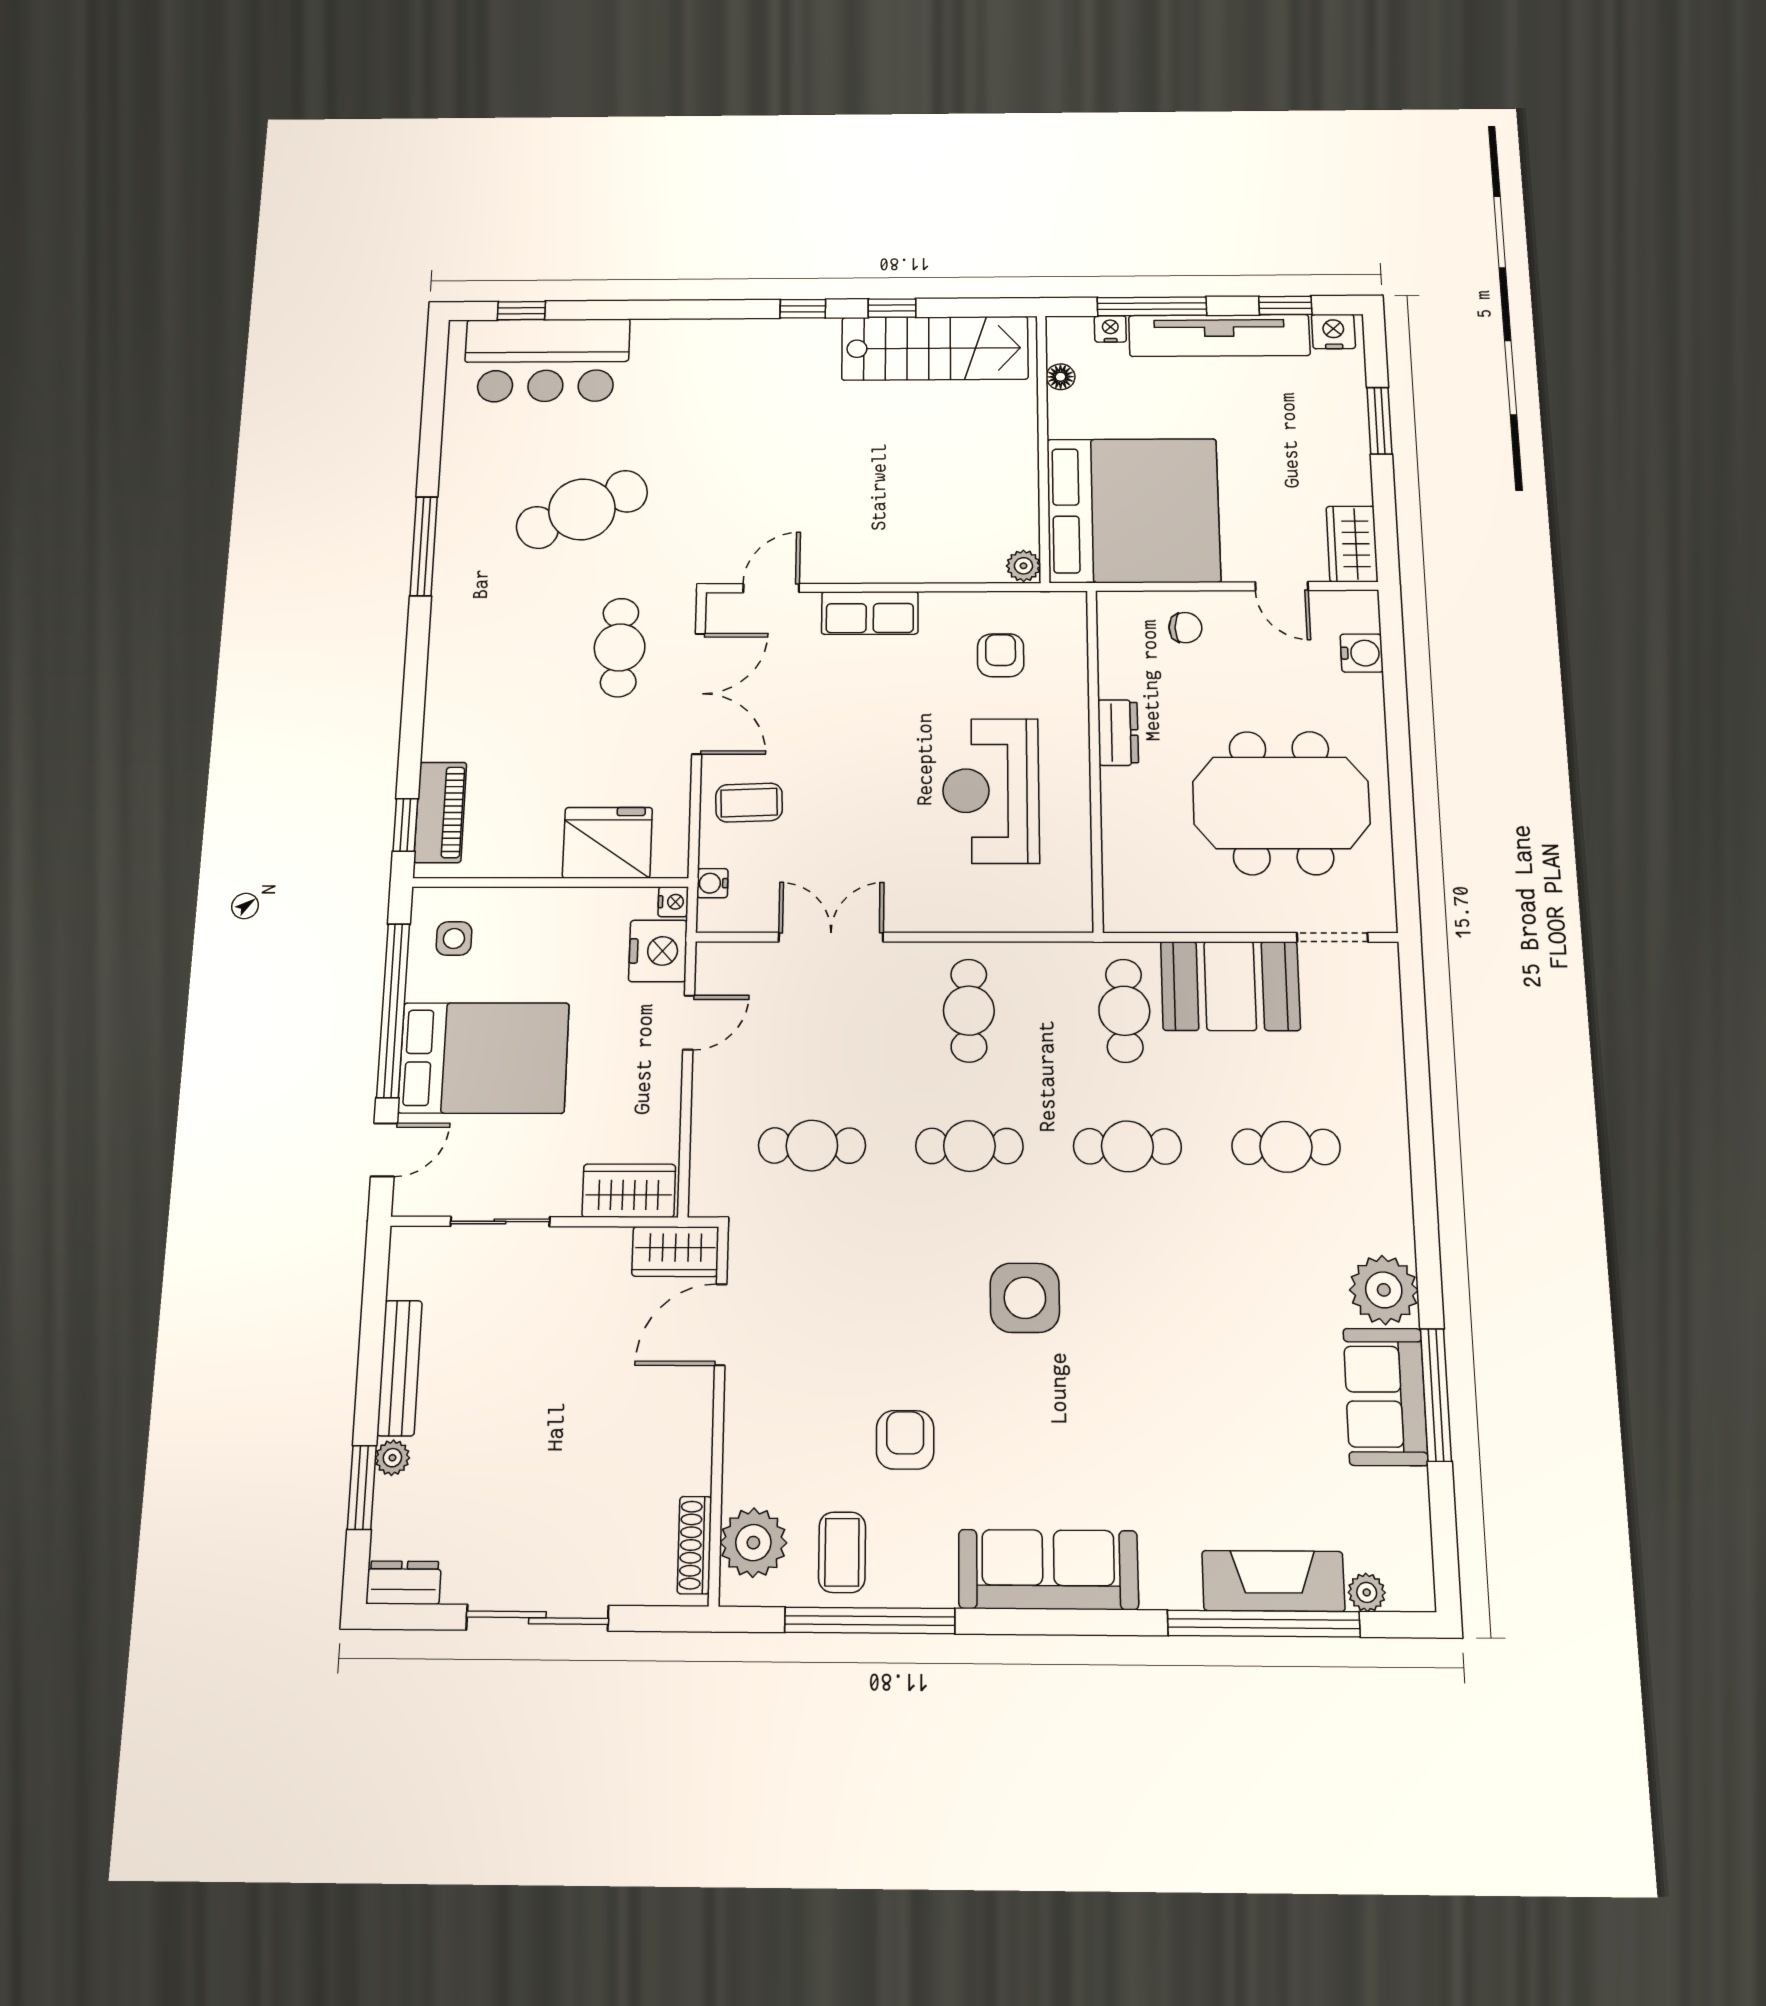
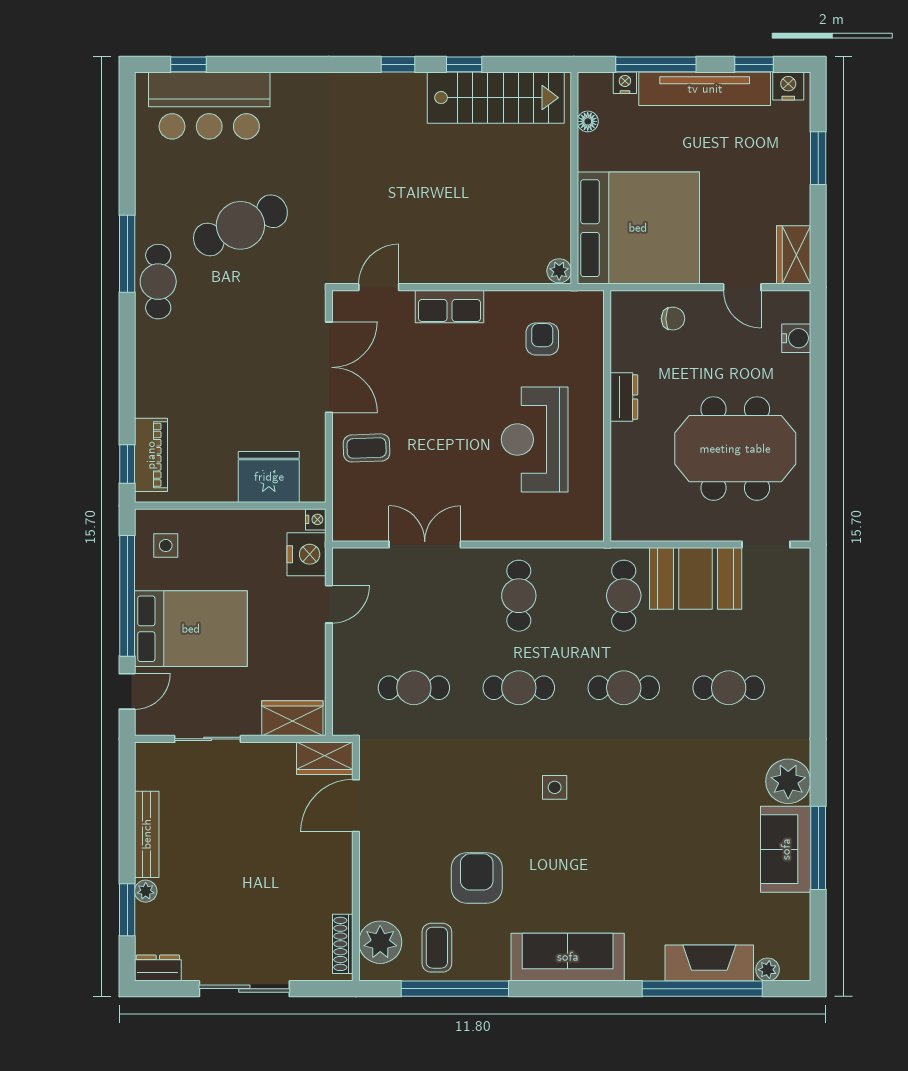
cafe table: (620, 647) -> (158, 282), moved
water cooler: (712, 883) -> (342, 506), removed
side table: (1025, 1298) -> (555, 787), width x0.54, depth x0.54
armchair: (905, 1440) -> (477, 878), width x1.38, depth x1.38

